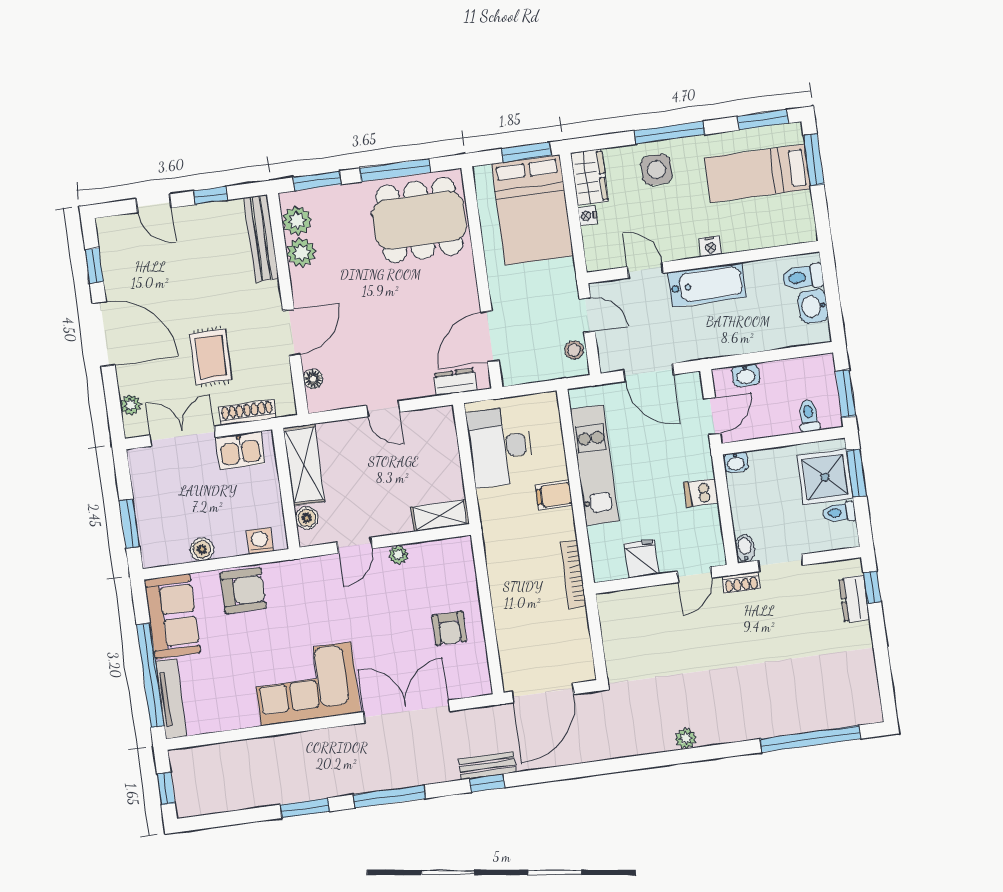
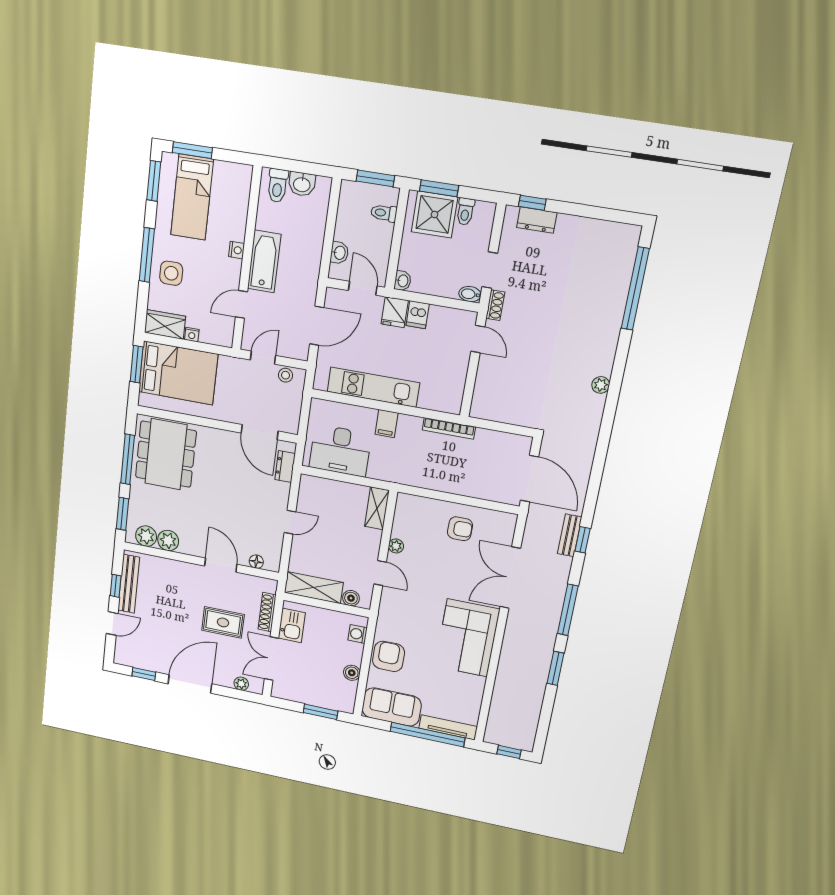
bench: (261, 238) -> (129, 584), moved, turned 90
fridge: (641, 559) -> (395, 312), moved, turned -90

